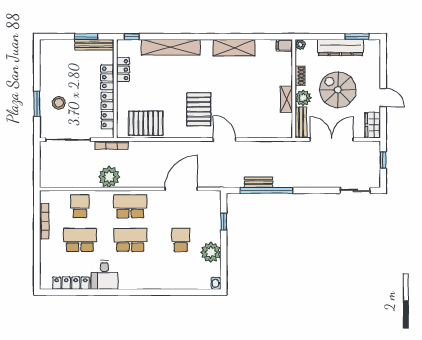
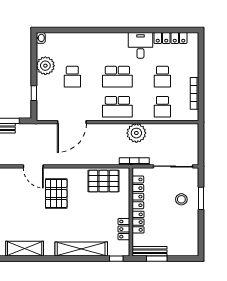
school desk: (80, 240) -> (162, 77), width x0.54

